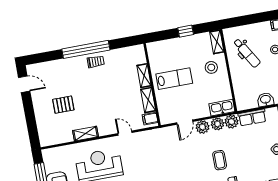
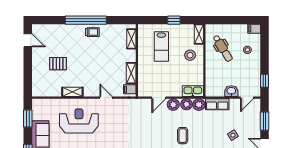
shelving: (144, 76) -> (131, 39), moved
lab bench: (174, 79) -> (161, 46), moved, turned 90

